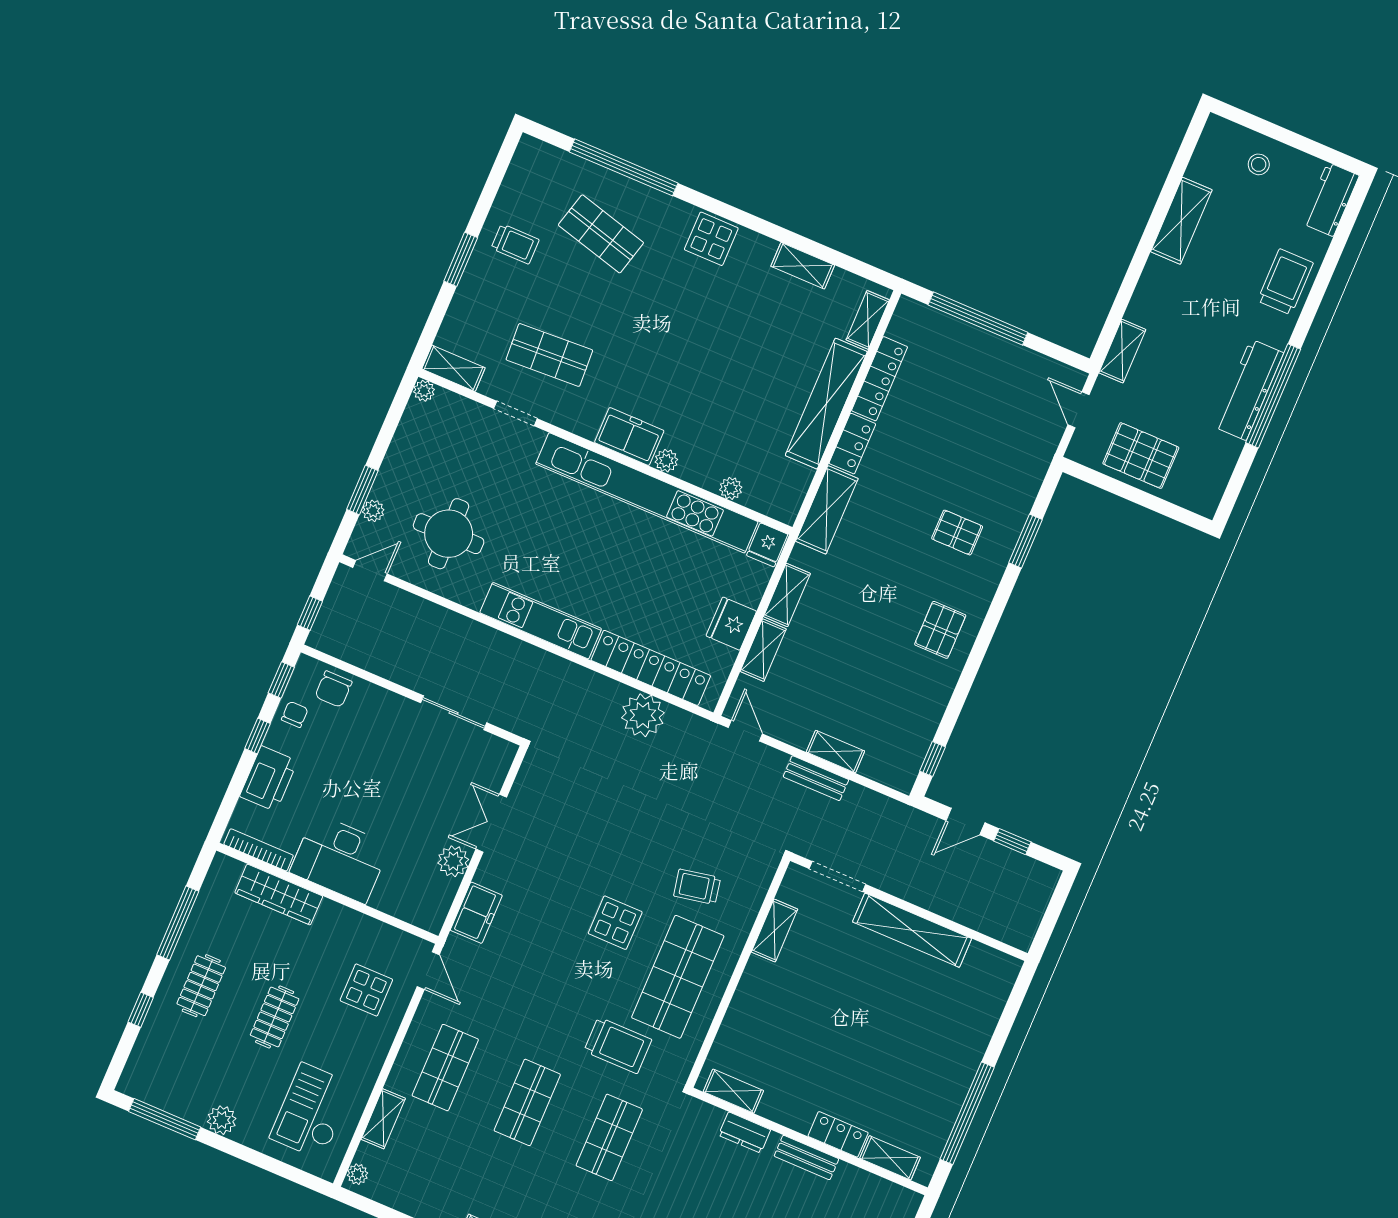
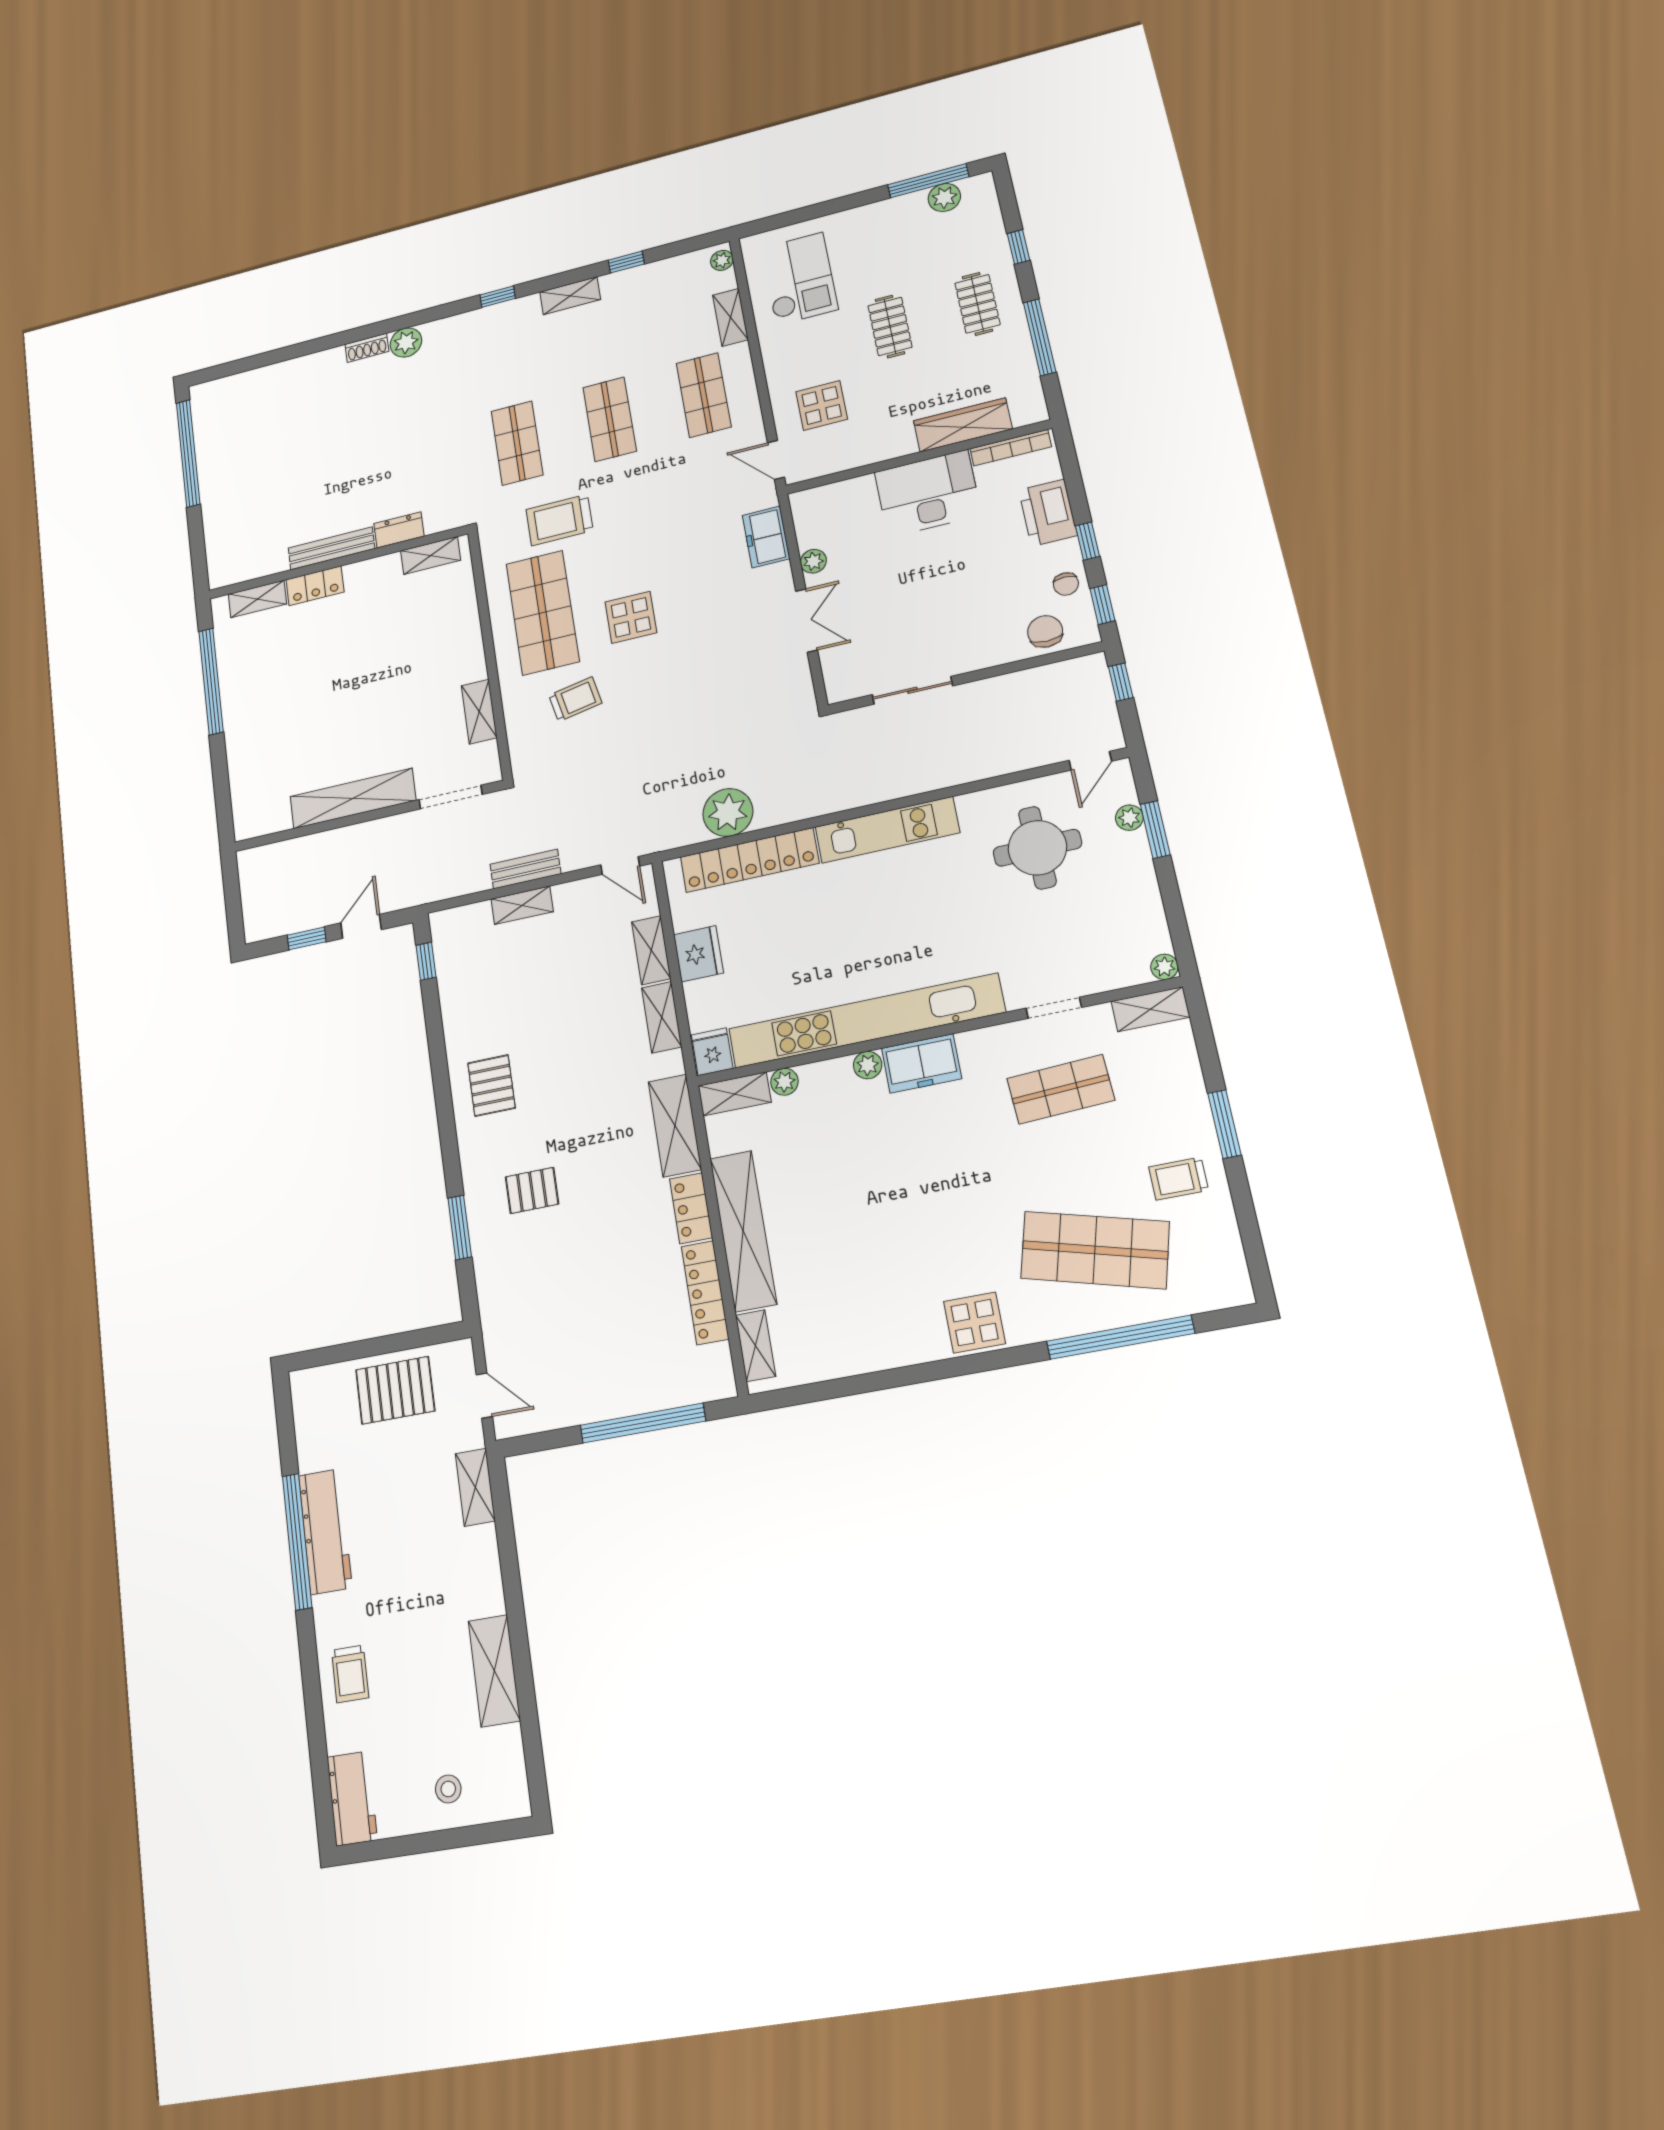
shop shelf: (601, 234) -> (1095, 1250), width x1.43, depth x1.36
shelving: (803, 266) -> (735, 1094), moved
trolley: (1285, 282) -> (350, 1674), width x0.73, depth x0.72
plant: (453, 861) -> (813, 561), width x0.73, depth x0.73
plant: (222, 1120) -> (944, 197), moved
bench: (806, 1158) -> (331, 548), width x1.36

